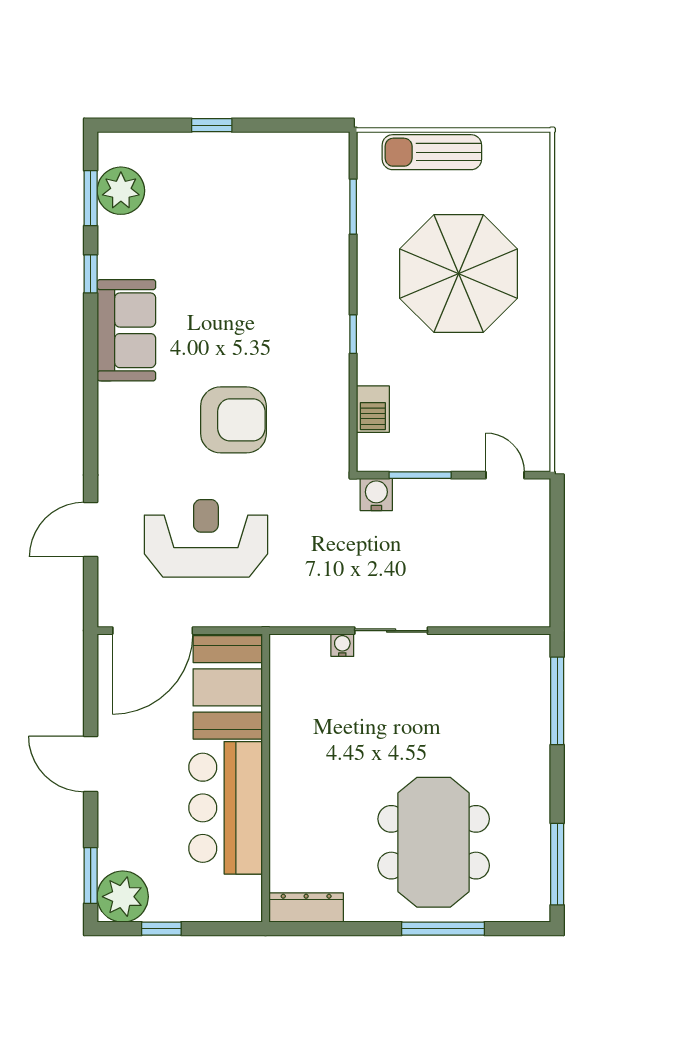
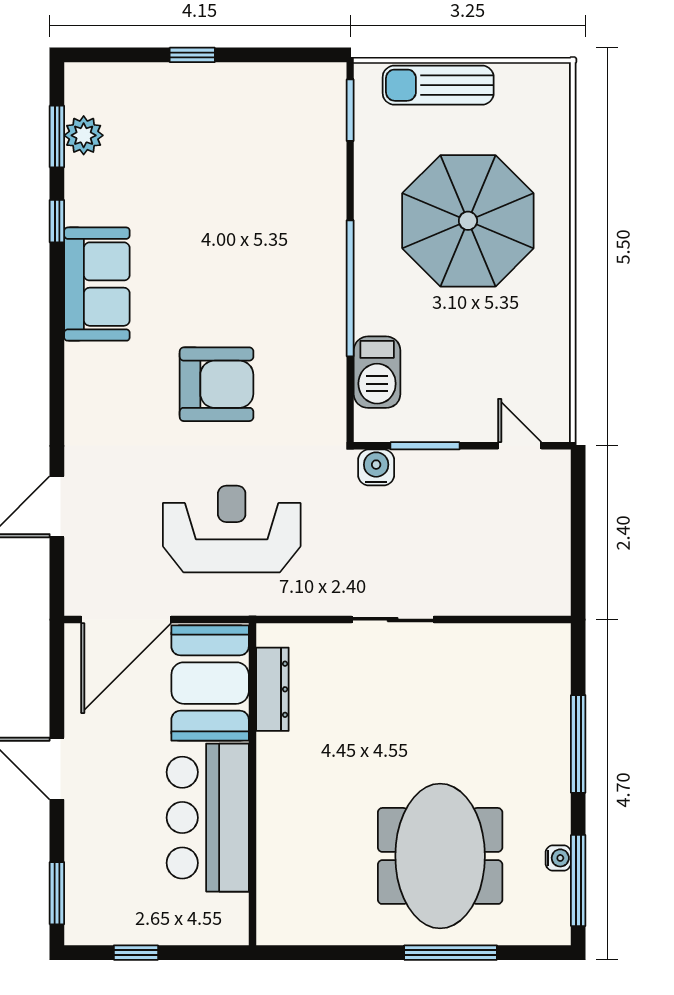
plant: (121, 191) -> (84, 135), width x0.73, depth x0.73
window: (353, 207) -> (350, 110), moved
window: (353, 334) -> (350, 288), width x3.17
barbecue: (373, 409) -> (377, 372), width x1.38, depth x1.27
reception desk: (206, 538) -> (232, 529), moved
water cooler: (342, 645) -> (558, 858), moved, turned 90
window: (557, 701) -> (578, 744), moved
plant: (123, 897) -> (93, 917), removed
dresser: (306, 908) -> (272, 689), moved, turned 90

